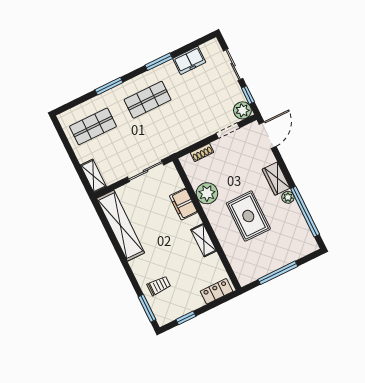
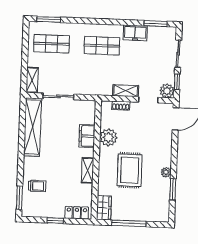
freezer: (189, 60) -> (135, 33), moved
window: (159, 62) -> (155, 24), moved
window: (109, 86) -> (49, 19), moved
shelving: (199, 134) -> (126, 91), added
sliding door: (146, 171) -> (58, 96), moved
wardrobe: (276, 179) -> (104, 208), moved, turned 180
window: (305, 212) -> (173, 189), width x0.47
window: (186, 318) -> (55, 221), moved

